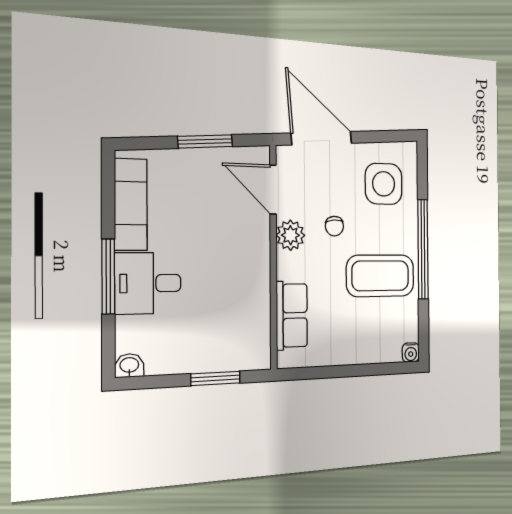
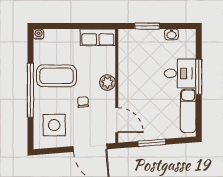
plant: (290, 235) -> (107, 82), moved
row of seats: (292, 315) -> (98, 37), moved, turned -90
washbasin: (129, 366) -> (171, 34), moved

